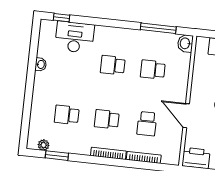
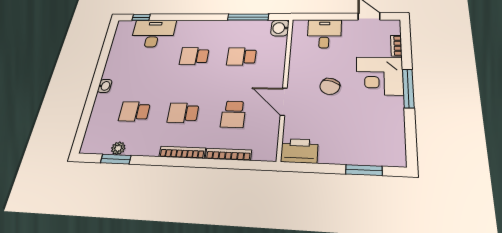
washbasin: (41, 64) -> (105, 86), moved
plant: (44, 145) -> (118, 148), moved

